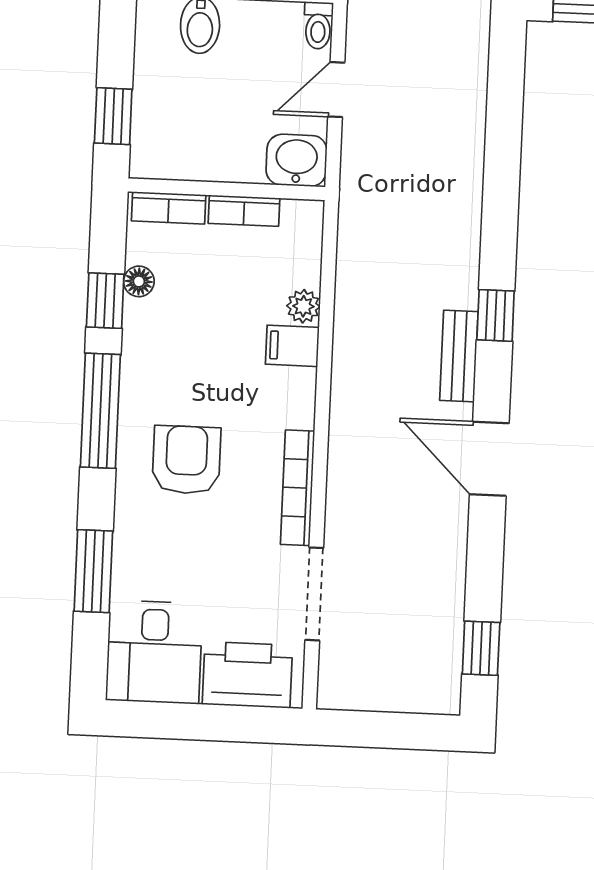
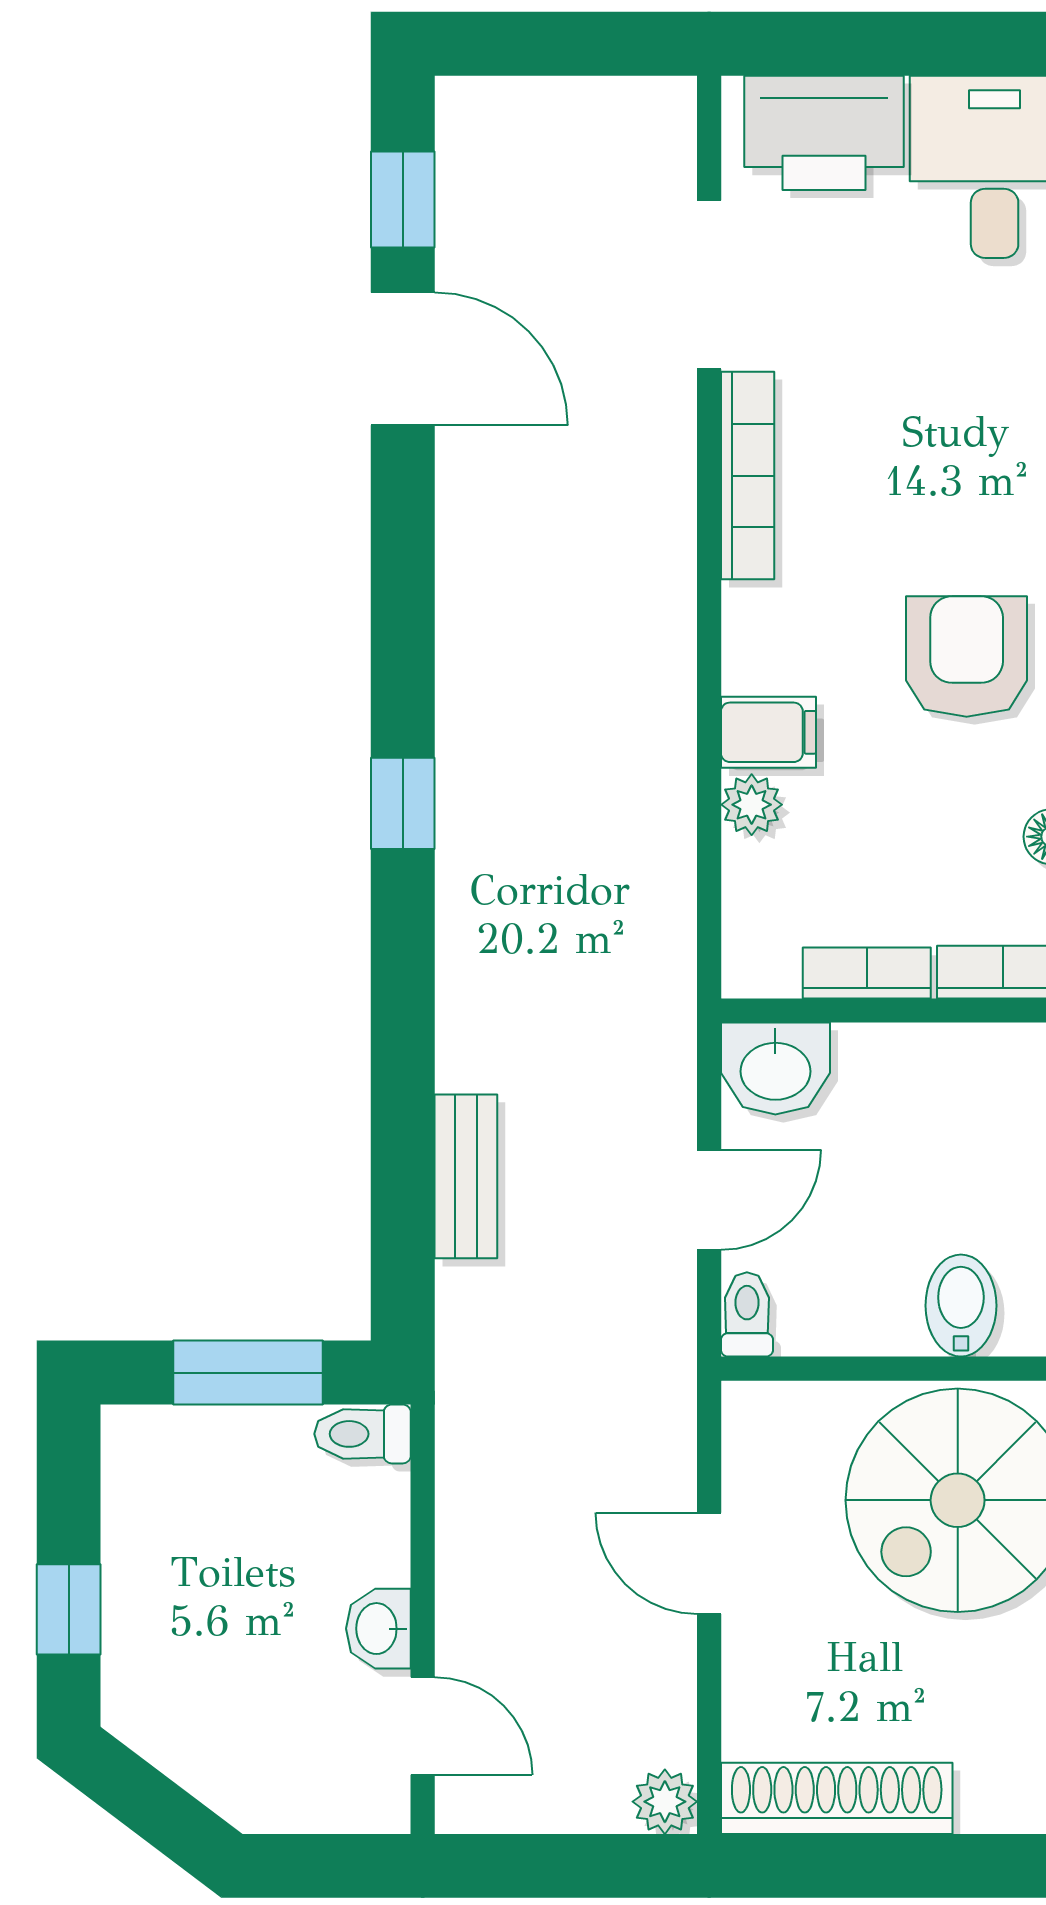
bench: (459, 356) -> (466, 1176), moved
door: (489, 459) -> (403, 359), moved
armchair: (186, 460) -> (967, 656), moved, turned 180

